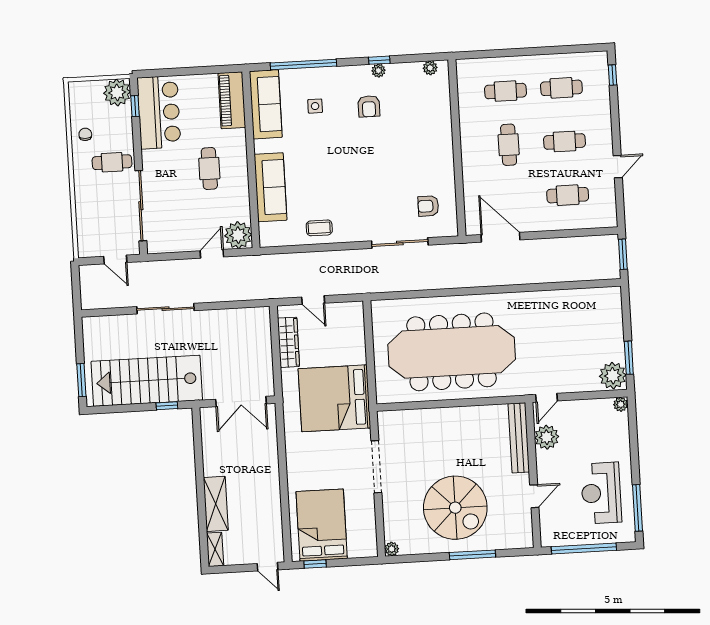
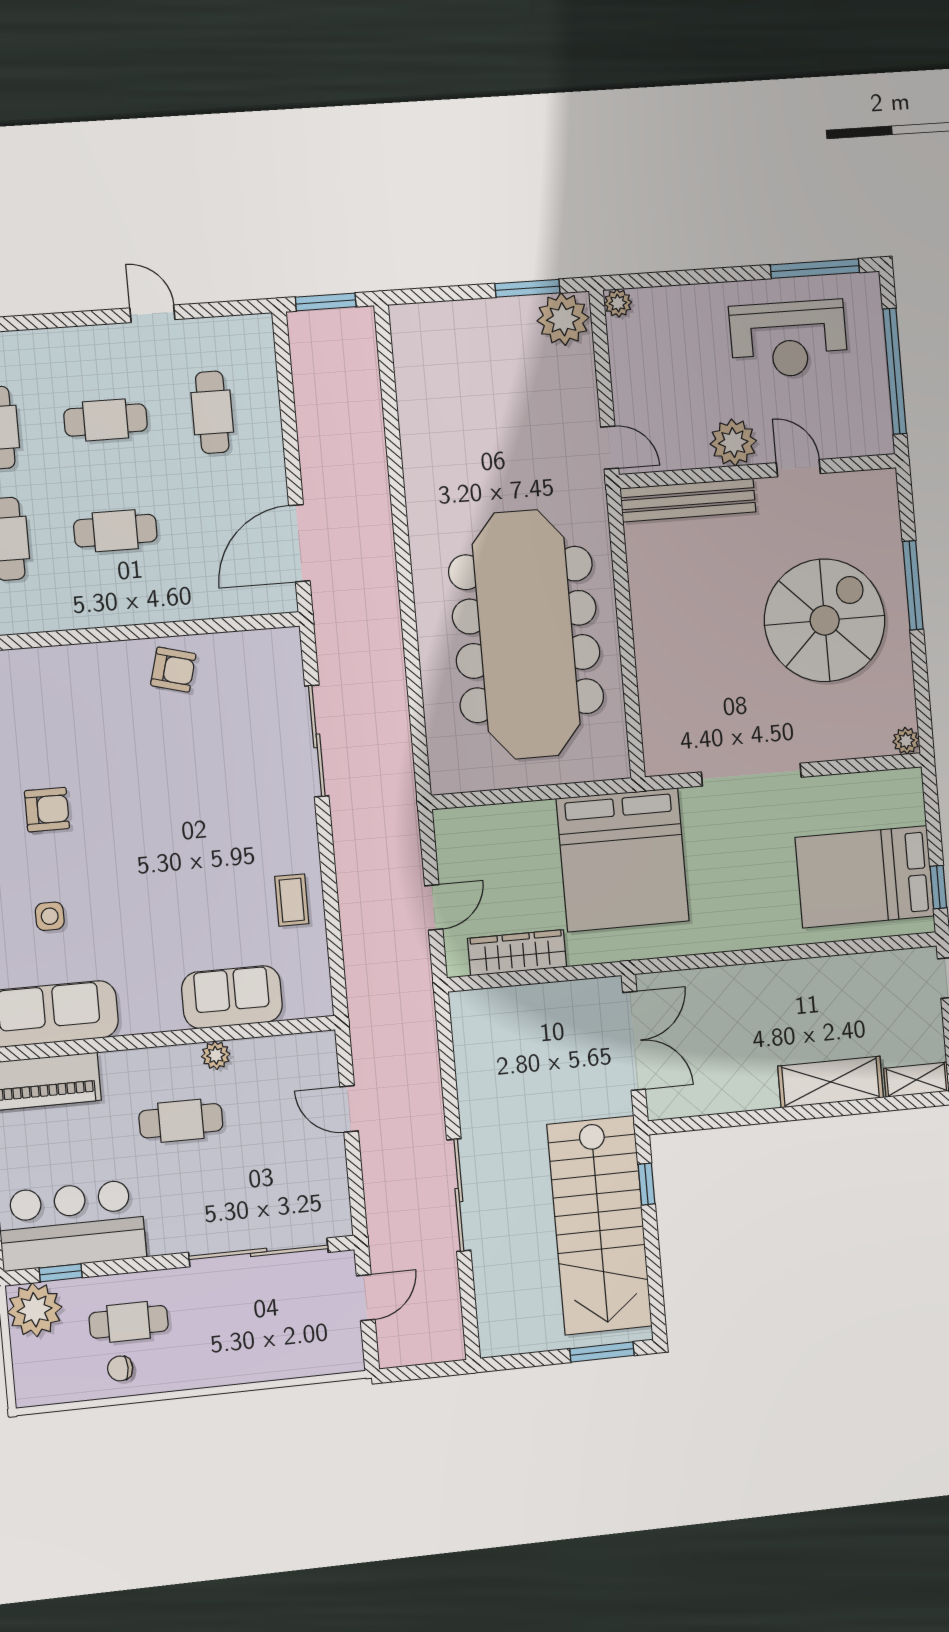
cafe table: (565, 141) -> (106, 420), turned 90
cafe table: (112, 162) -> (129, 1322), moved, turned 90
sofa: (271, 187) -> (232, 997), width x0.73
armchair: (428, 206) -> (173, 670), moved, turned -75
plant: (238, 235) -> (216, 1055), moved, width x0.53, depth x0.53
plant: (547, 437) -> (733, 442), moved

